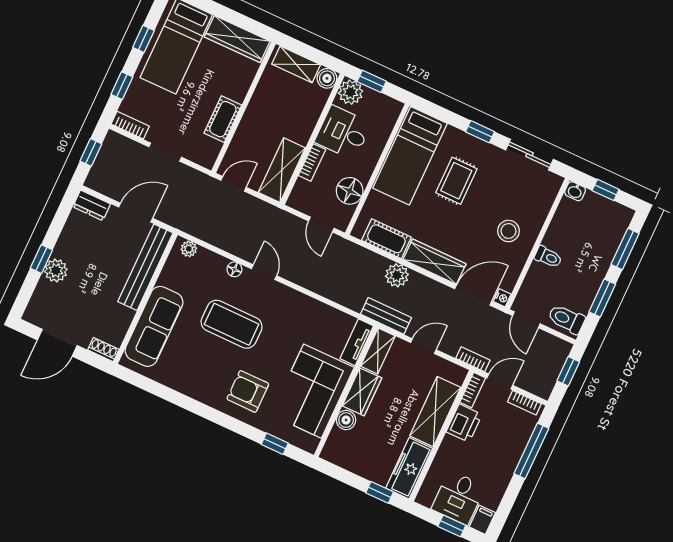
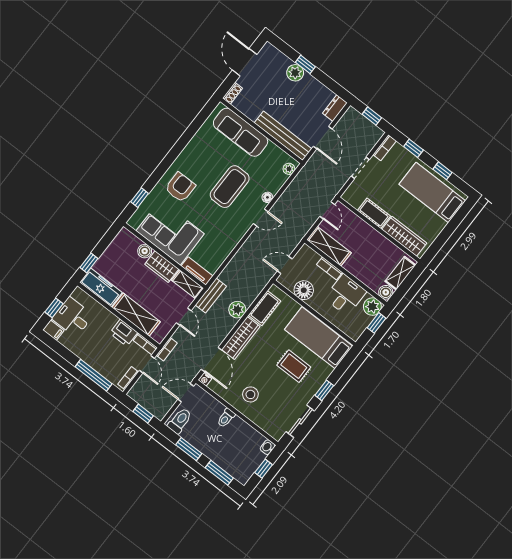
wardrobe: (237, 39) -> (404, 236), moved, turned 90

